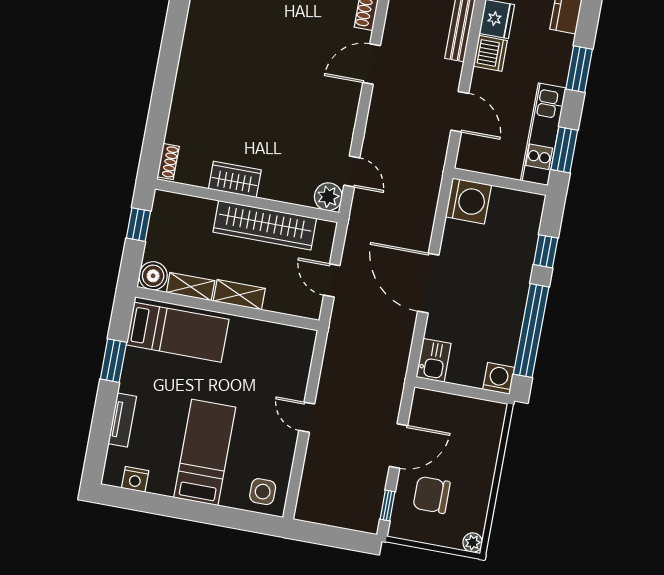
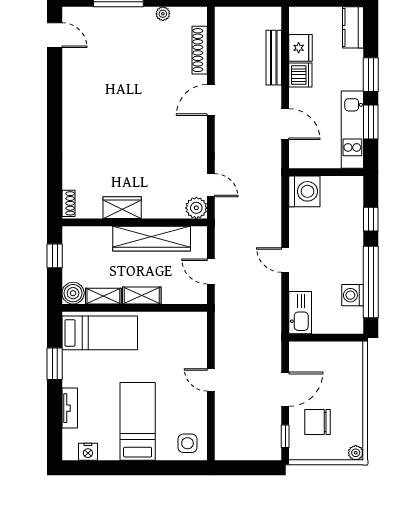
window: (564, 150) -> (371, 122), moved
door: (428, 283) -> (285, 260), width x0.53
kitchen sink: (434, 360) -> (300, 313), width x1.38
washing machine: (499, 378) -> (353, 295), moved, turned -90

